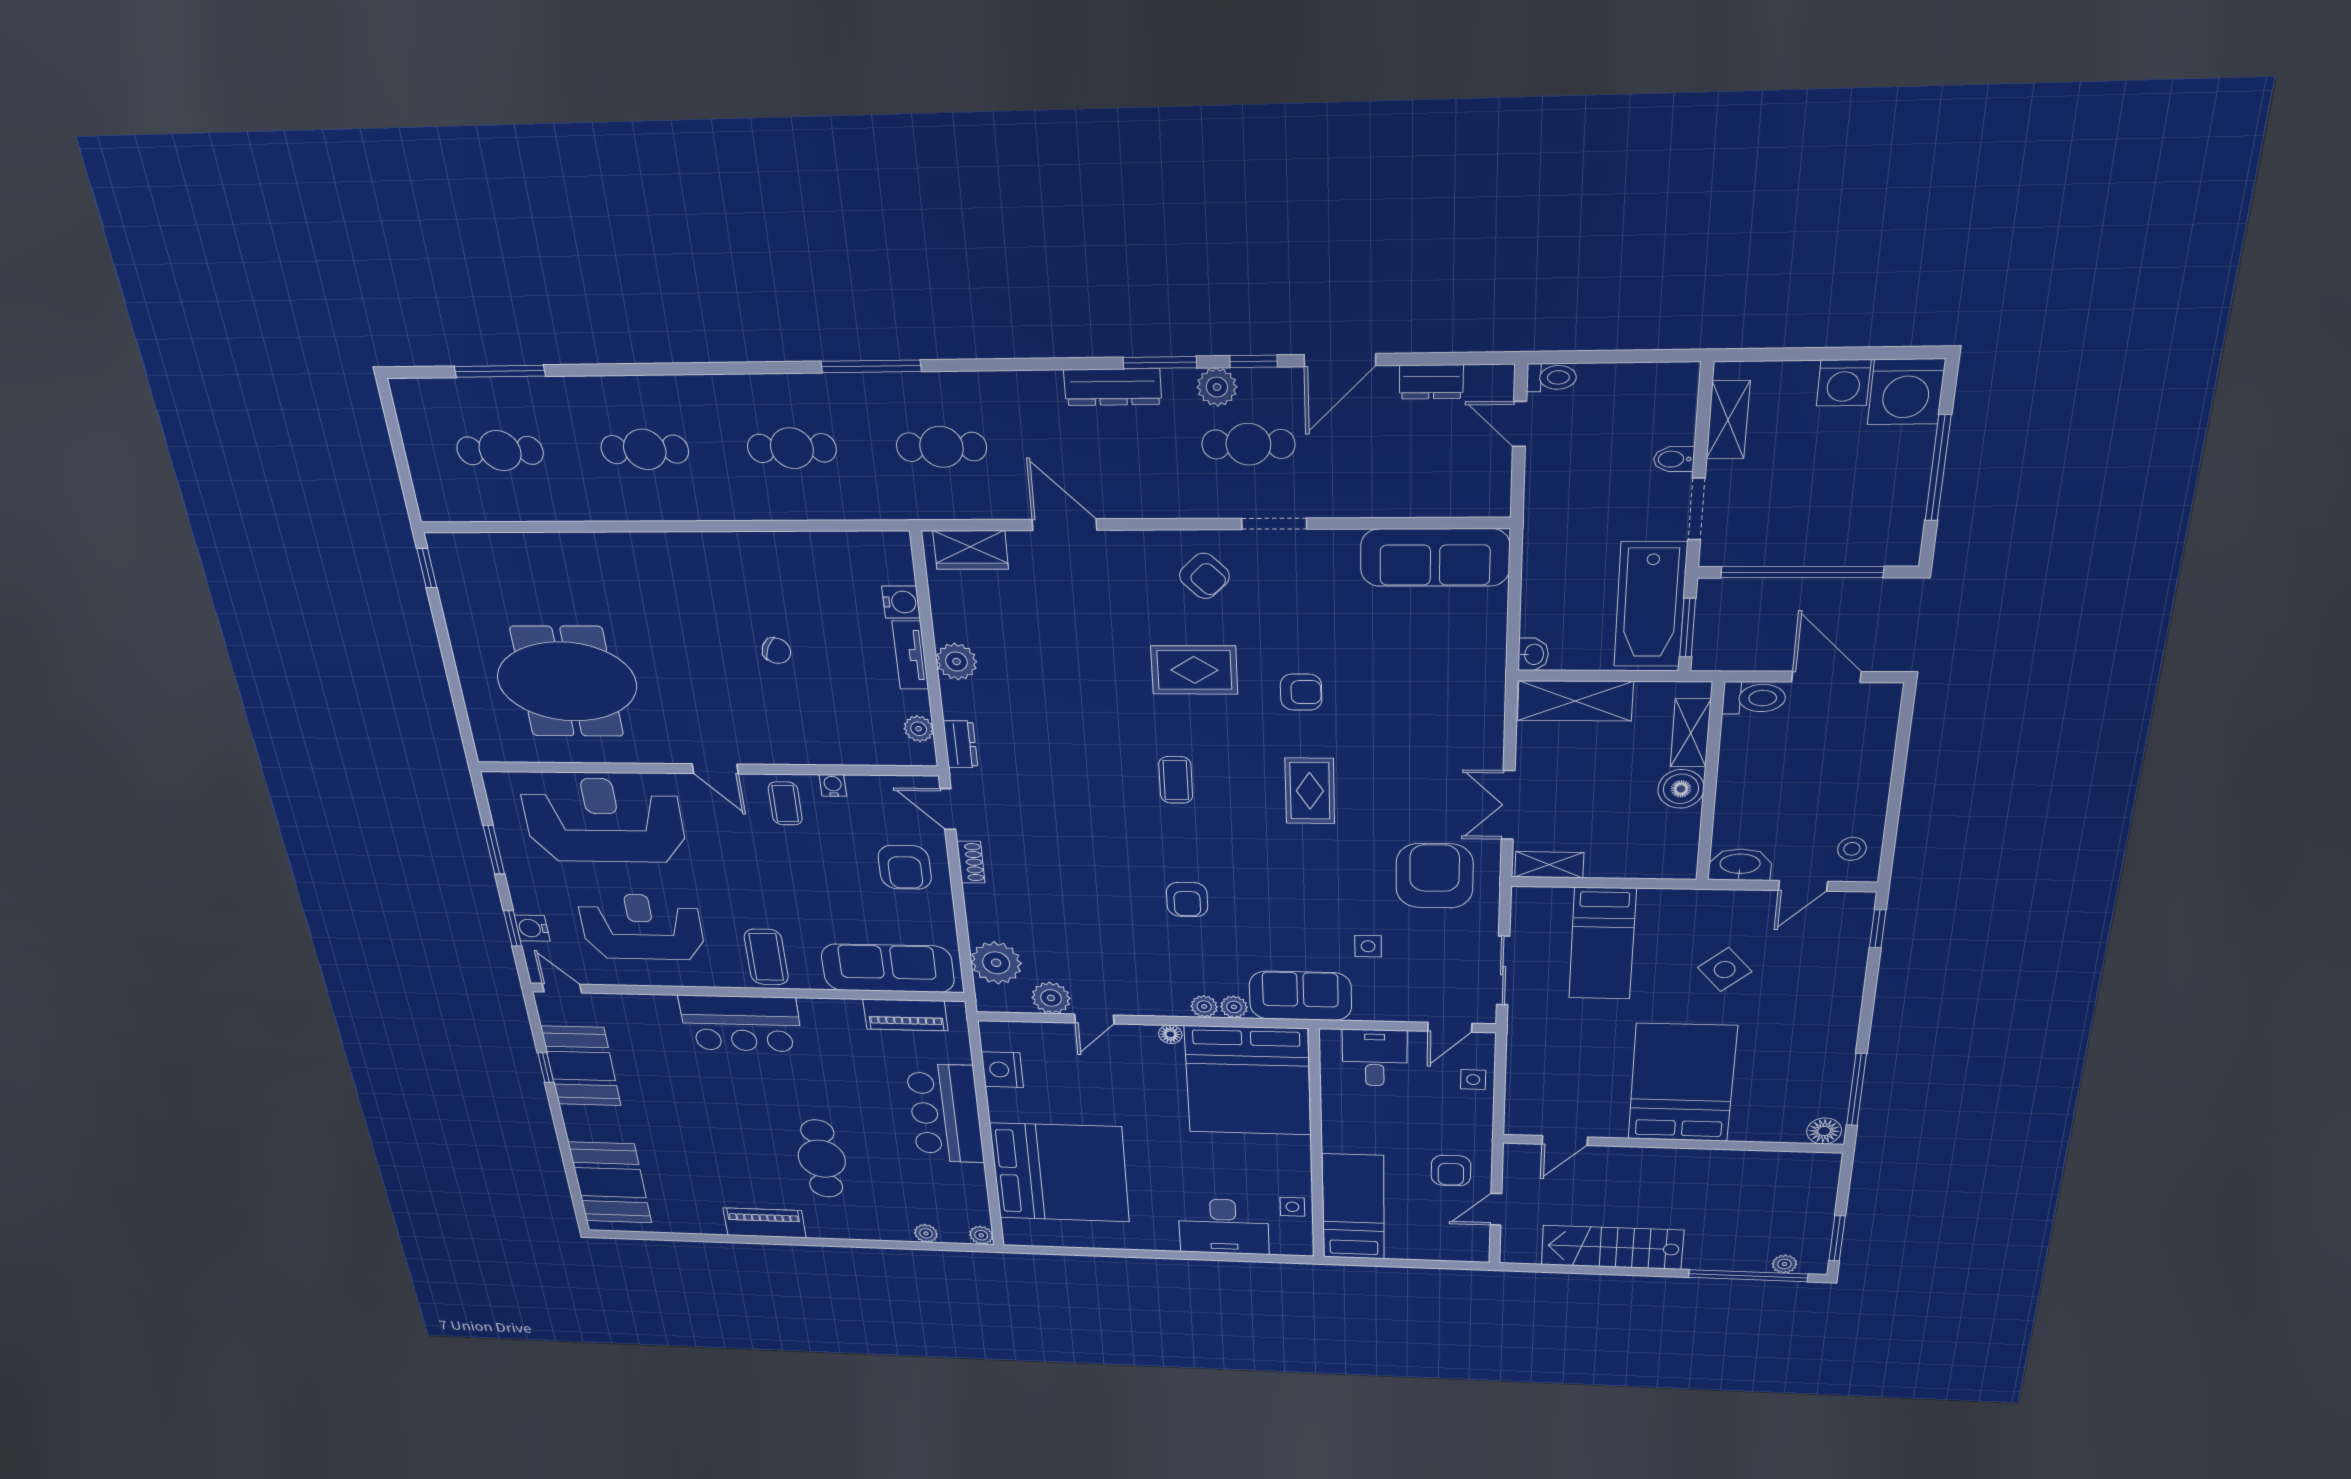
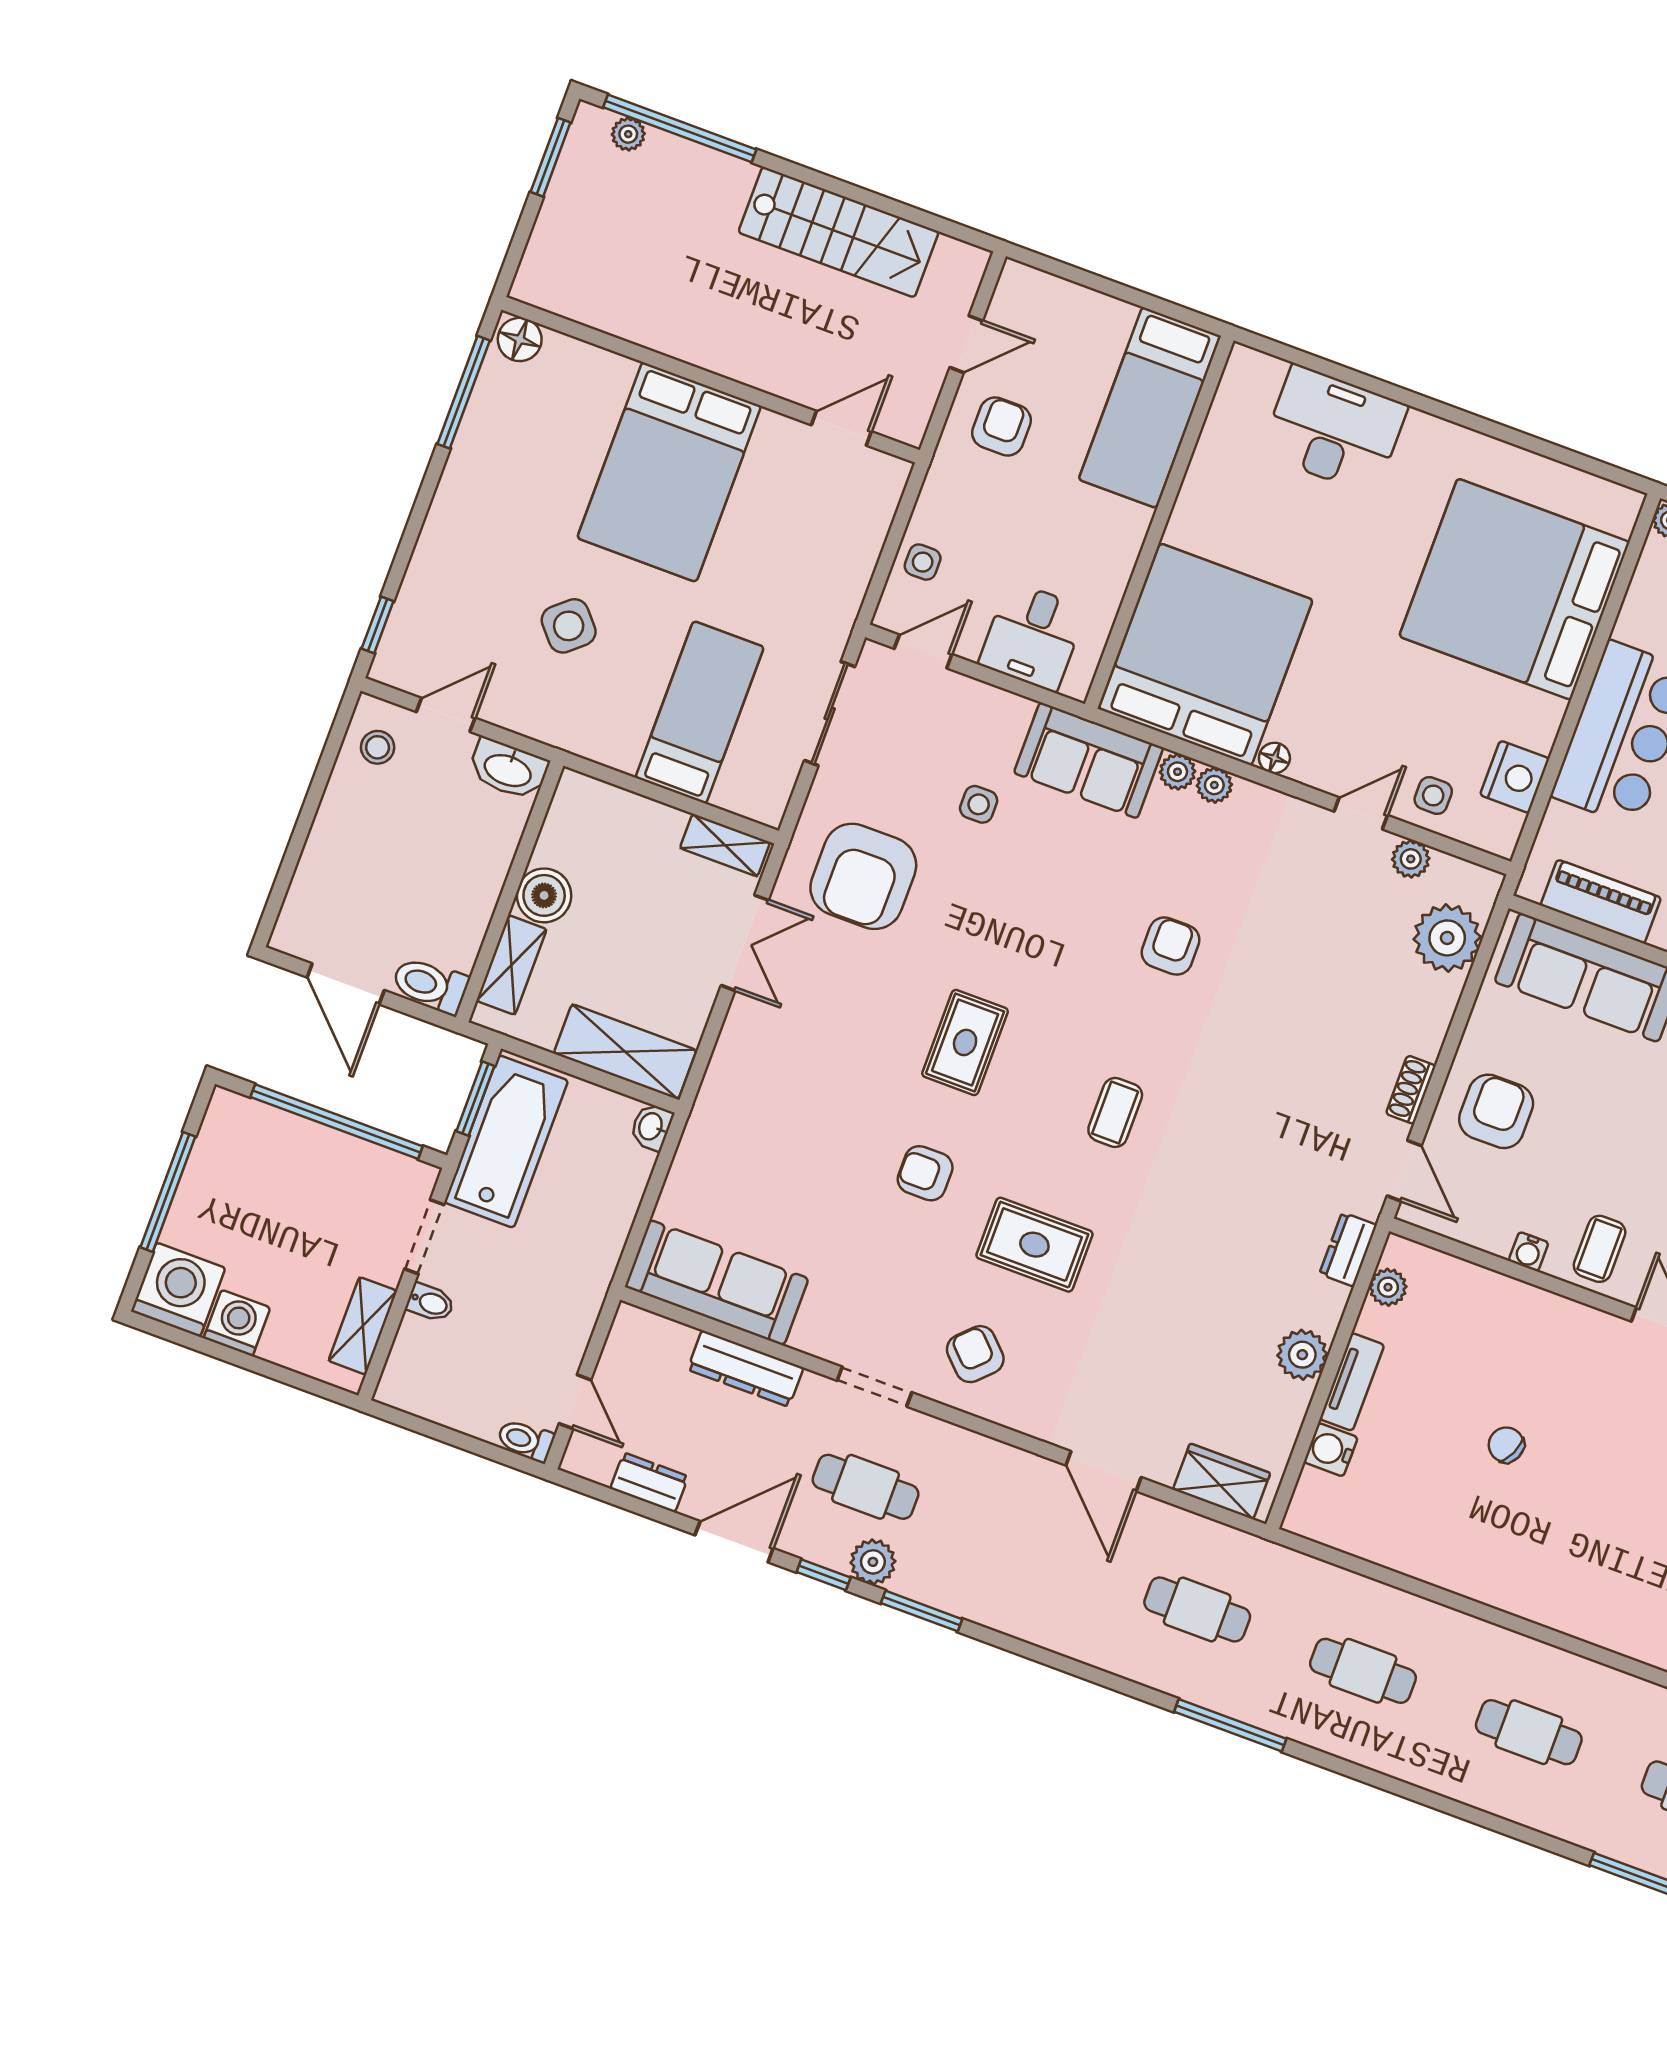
dresser: (1113, 387) -> (745, 1369), moved, turned 180
plant: (1051, 998) -> (1411, 859), width x0.73, depth x0.73
side table: (1292, 1207) -> (1433, 795), moved

